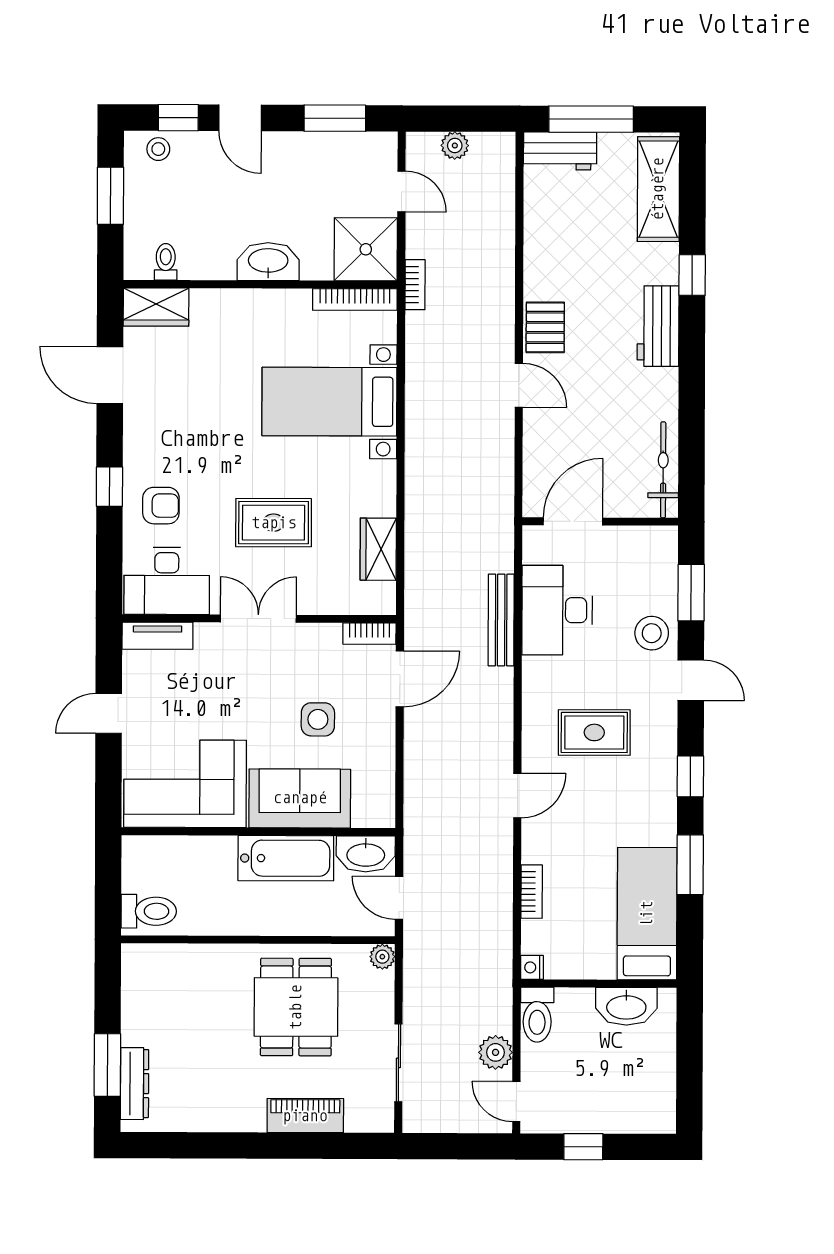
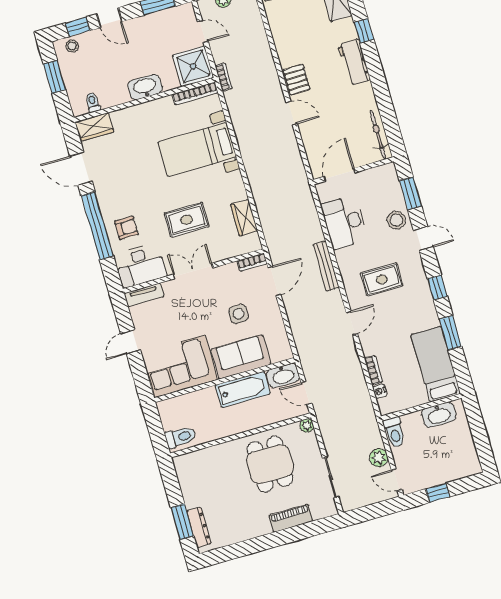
window: (109, 487) -> (97, 226), width x3.17
bench: (501, 620) -> (326, 266), moved
nightstand: (532, 967) -> (380, 391), moved

